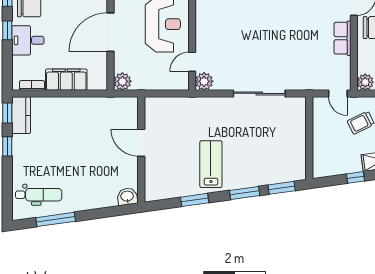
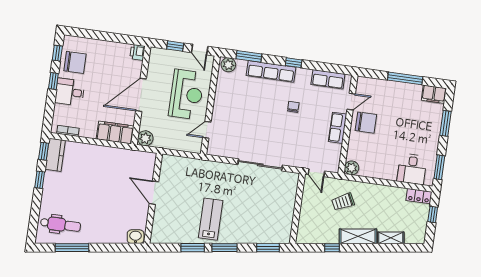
chair: (288, 21) -> (293, 107), added
filing cabinet: (66, 80) -> (115, 132), moved
plant: (204, 81) -> (215, 148), removed
door: (338, 93) -> (316, 173), moved
window: (245, 193) -> (224, 248), moved

